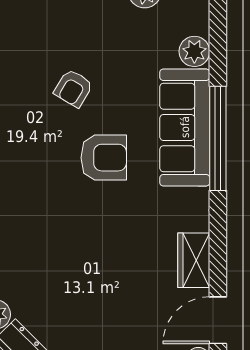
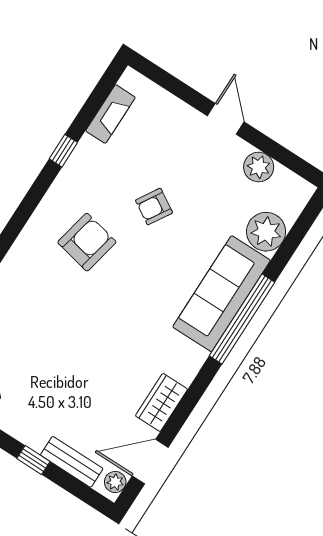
plant: (194, 51) -> (266, 232), width x1.36, depth x1.36
armchair: (104, 158) -> (87, 242), moved, turned -78

